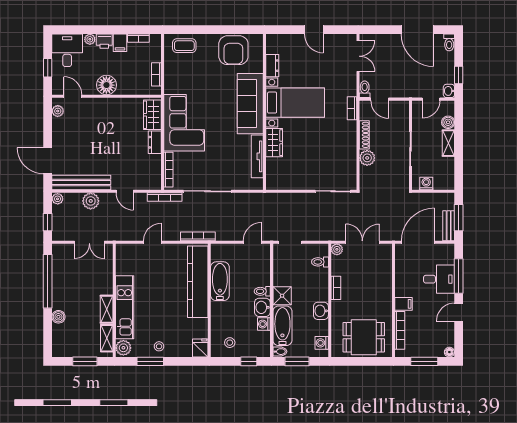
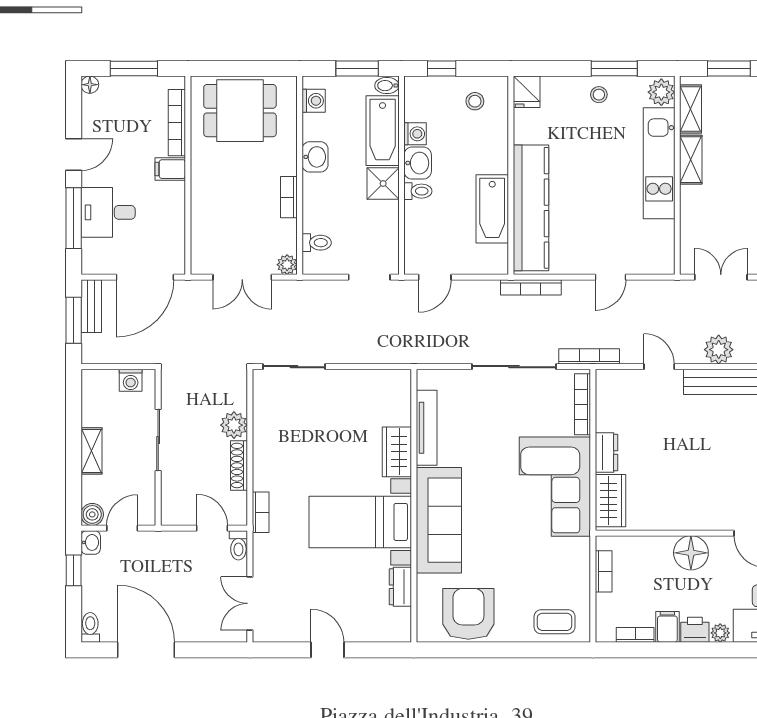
boiler: (448, 122) -> (92, 514), moved

